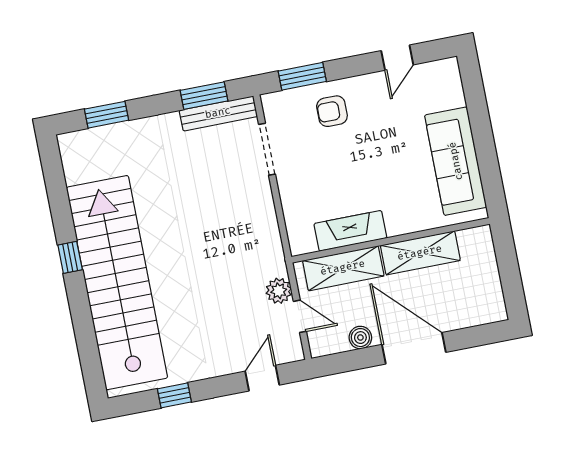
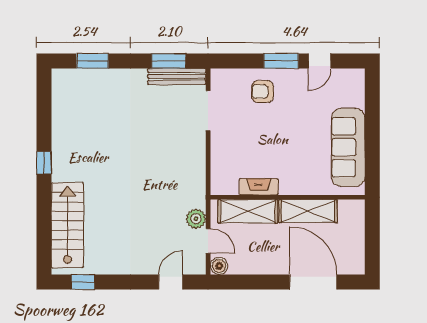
window: (302, 76) -> (281, 61), moved
fireplace: (350, 231) -> (259, 187), width x0.73, depth x0.76
stairs: (117, 283) -> (67, 225), width x0.54, depth x0.66
boiler: (360, 338) -> (219, 266), moved
door: (414, 348) -> (313, 282), moved
window: (174, 395) -> (83, 282), moved

